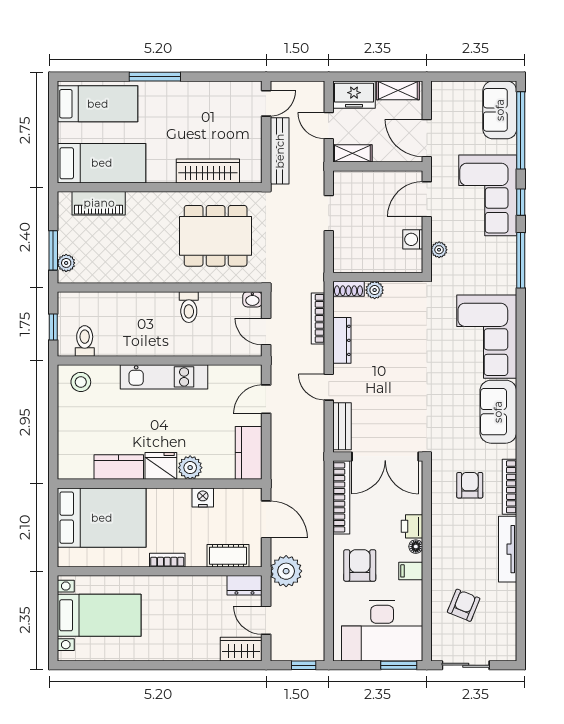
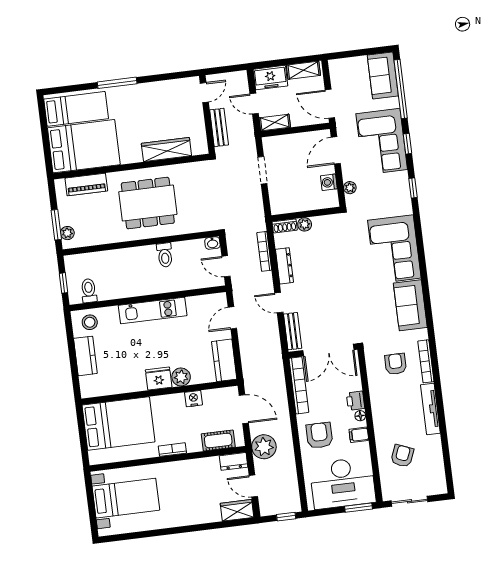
bench: (280, 151) -> (219, 127), width x0.73
bed: (102, 163) -> (84, 146), width x1.50
dining table: (216, 236) -> (148, 203), moved
window: (521, 260) -> (413, 188), width x0.46
kitchen counter: (119, 467) -> (85, 356), moved, turned 90

